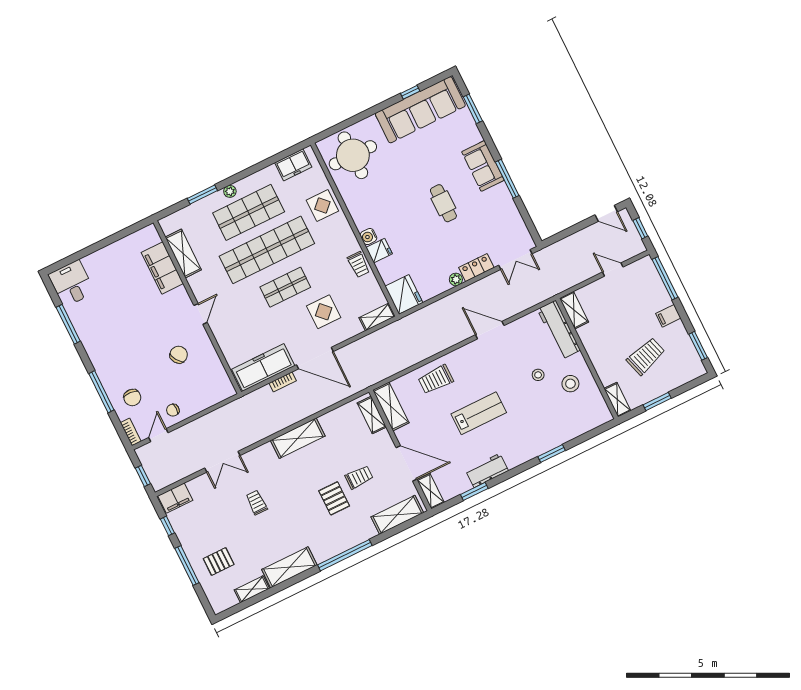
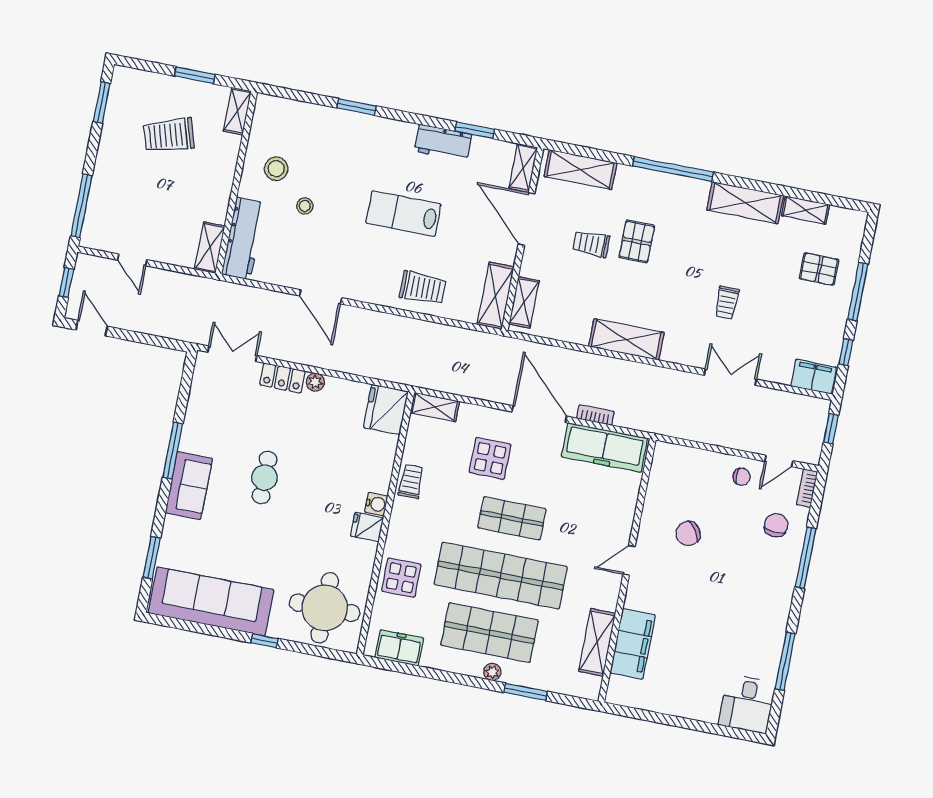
window: (410, 92) -> (265, 641), moved
fridge: (379, 251) -> (367, 527), moved
filing cabinet: (668, 316) -> (110, 161), removed

